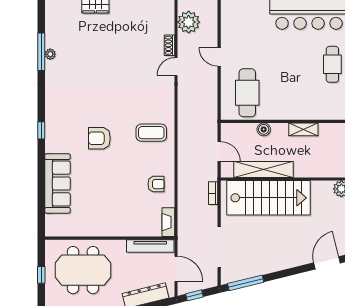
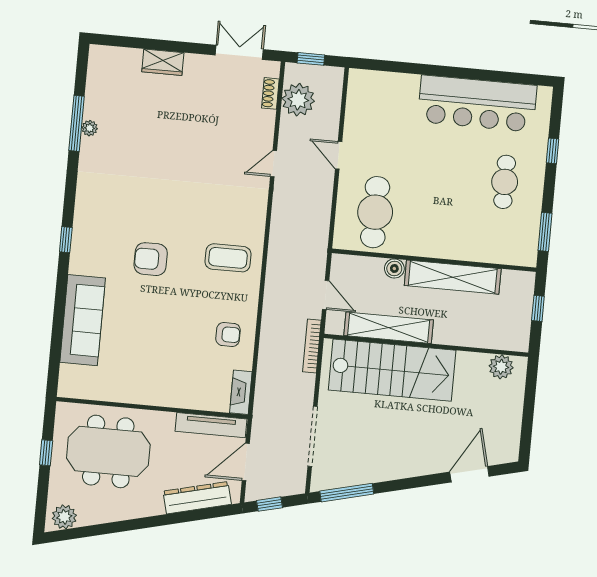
shoe rack: (169, 45) -> (270, 93), moved
shelving: (303, 129) -> (453, 277), width x2.20, depth x1.33
bookcase: (213, 193) -> (312, 346), width x1.56
door: (176, 269) -> (246, 462), swing flipped

